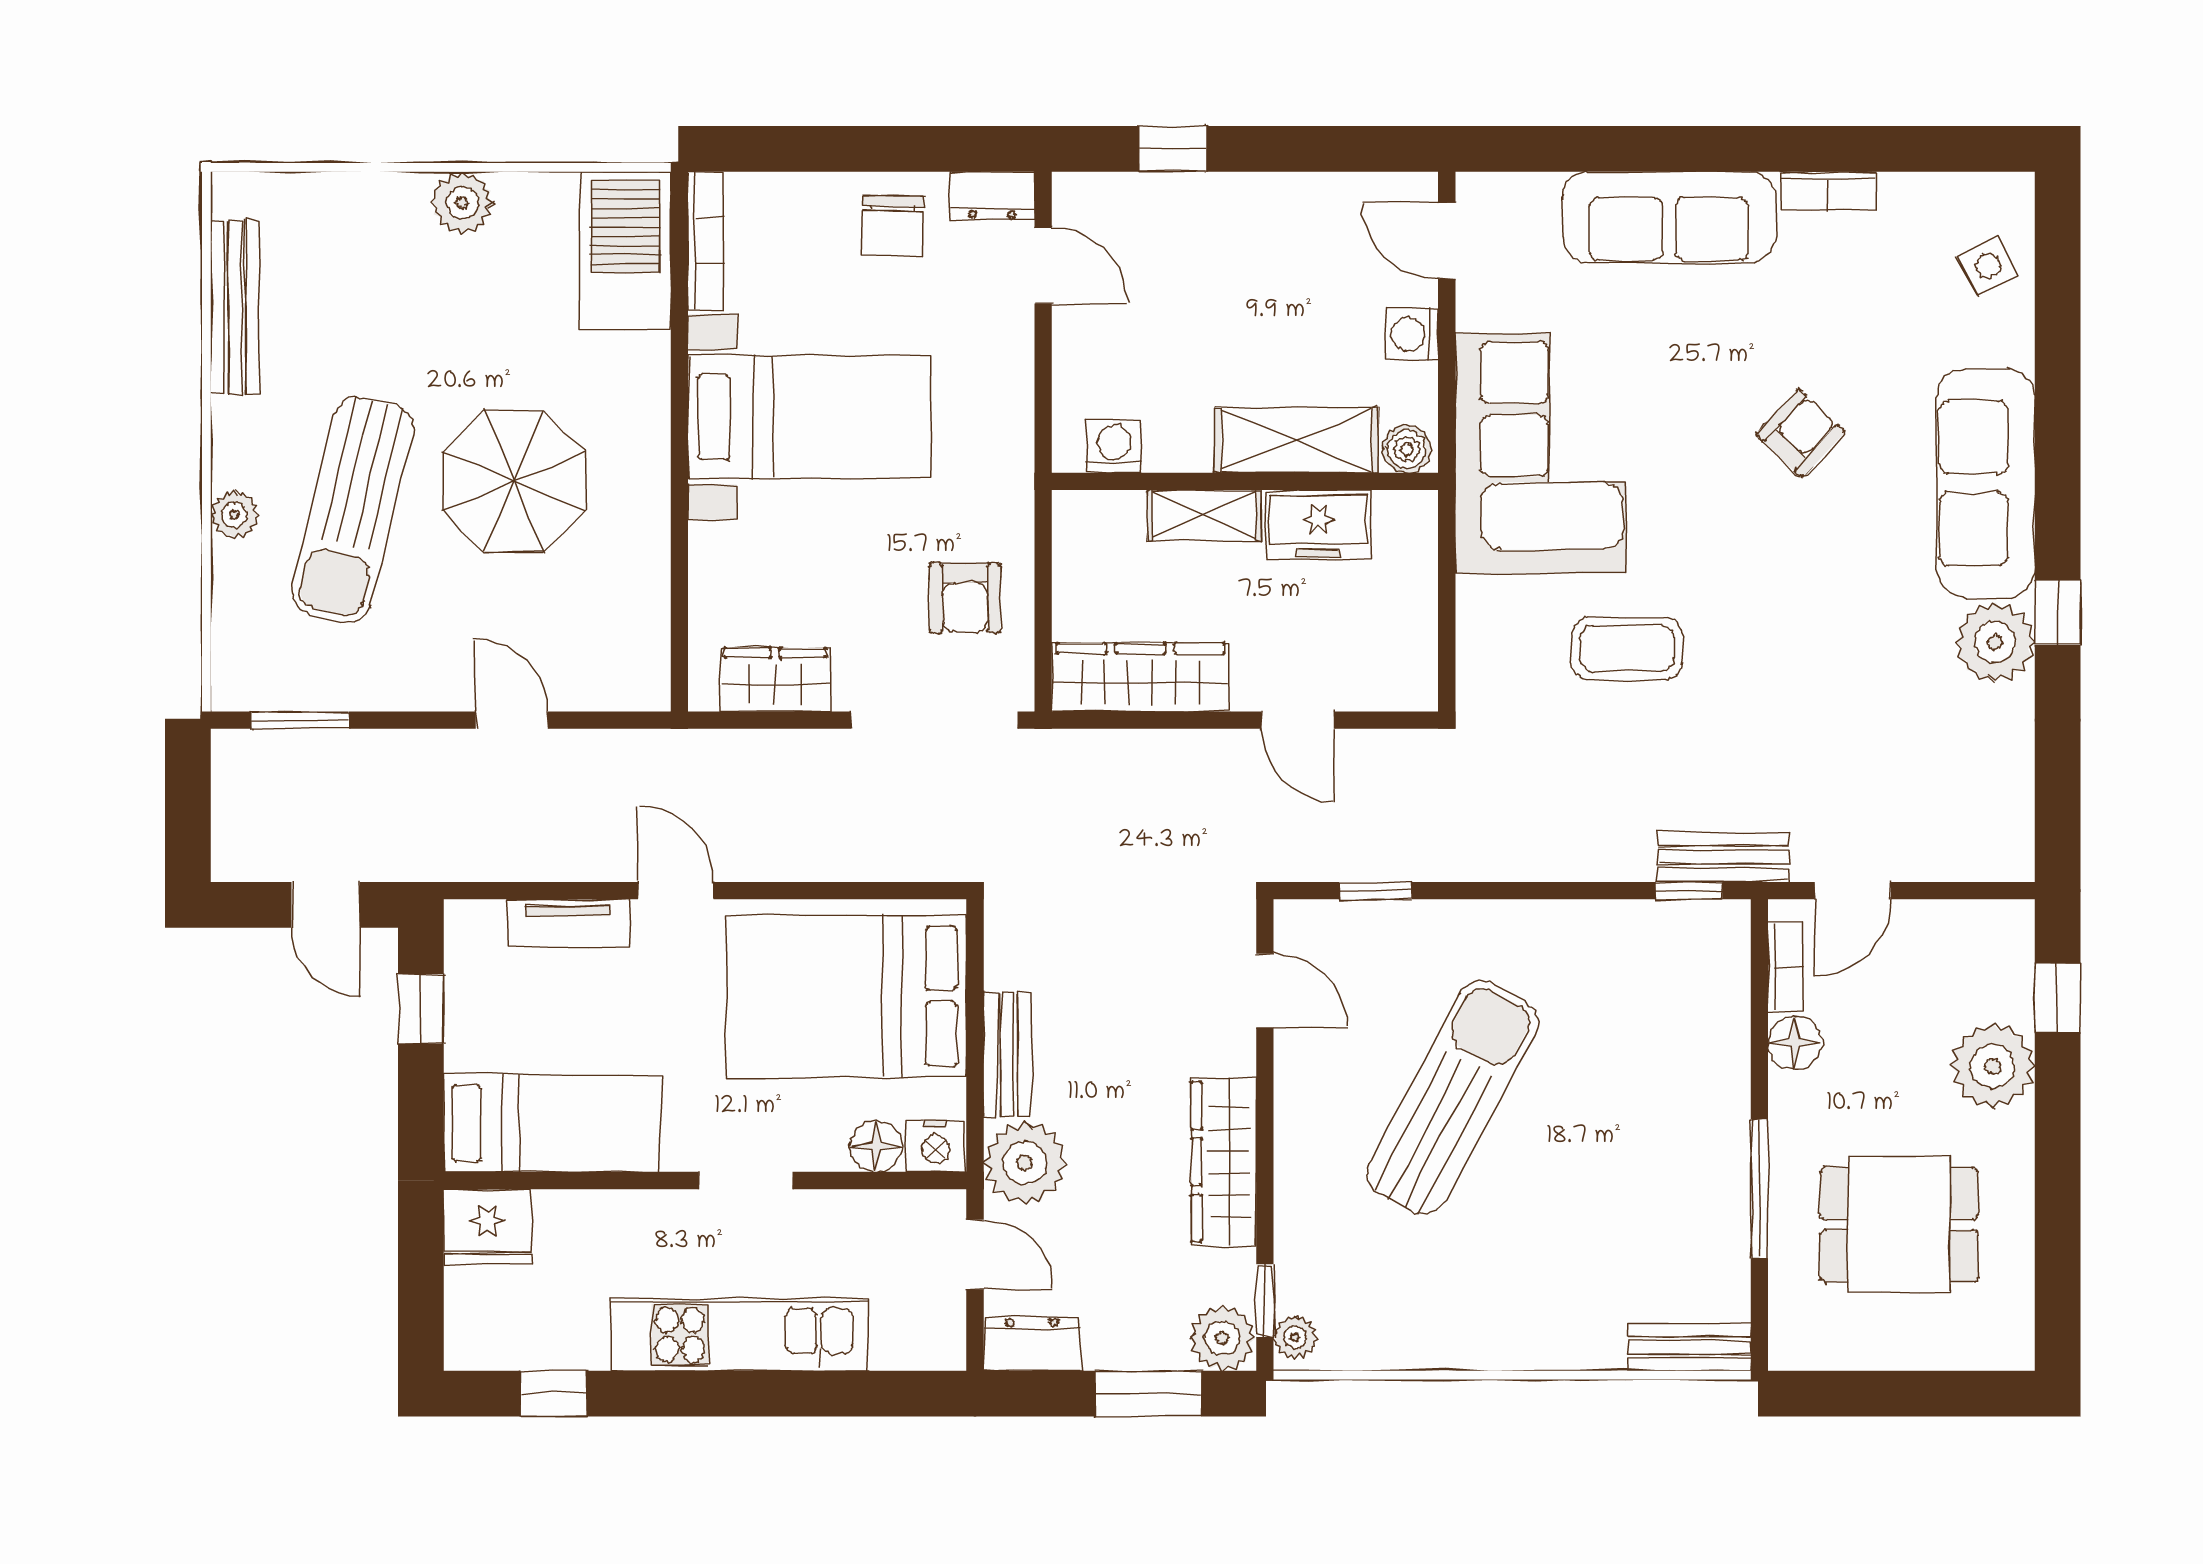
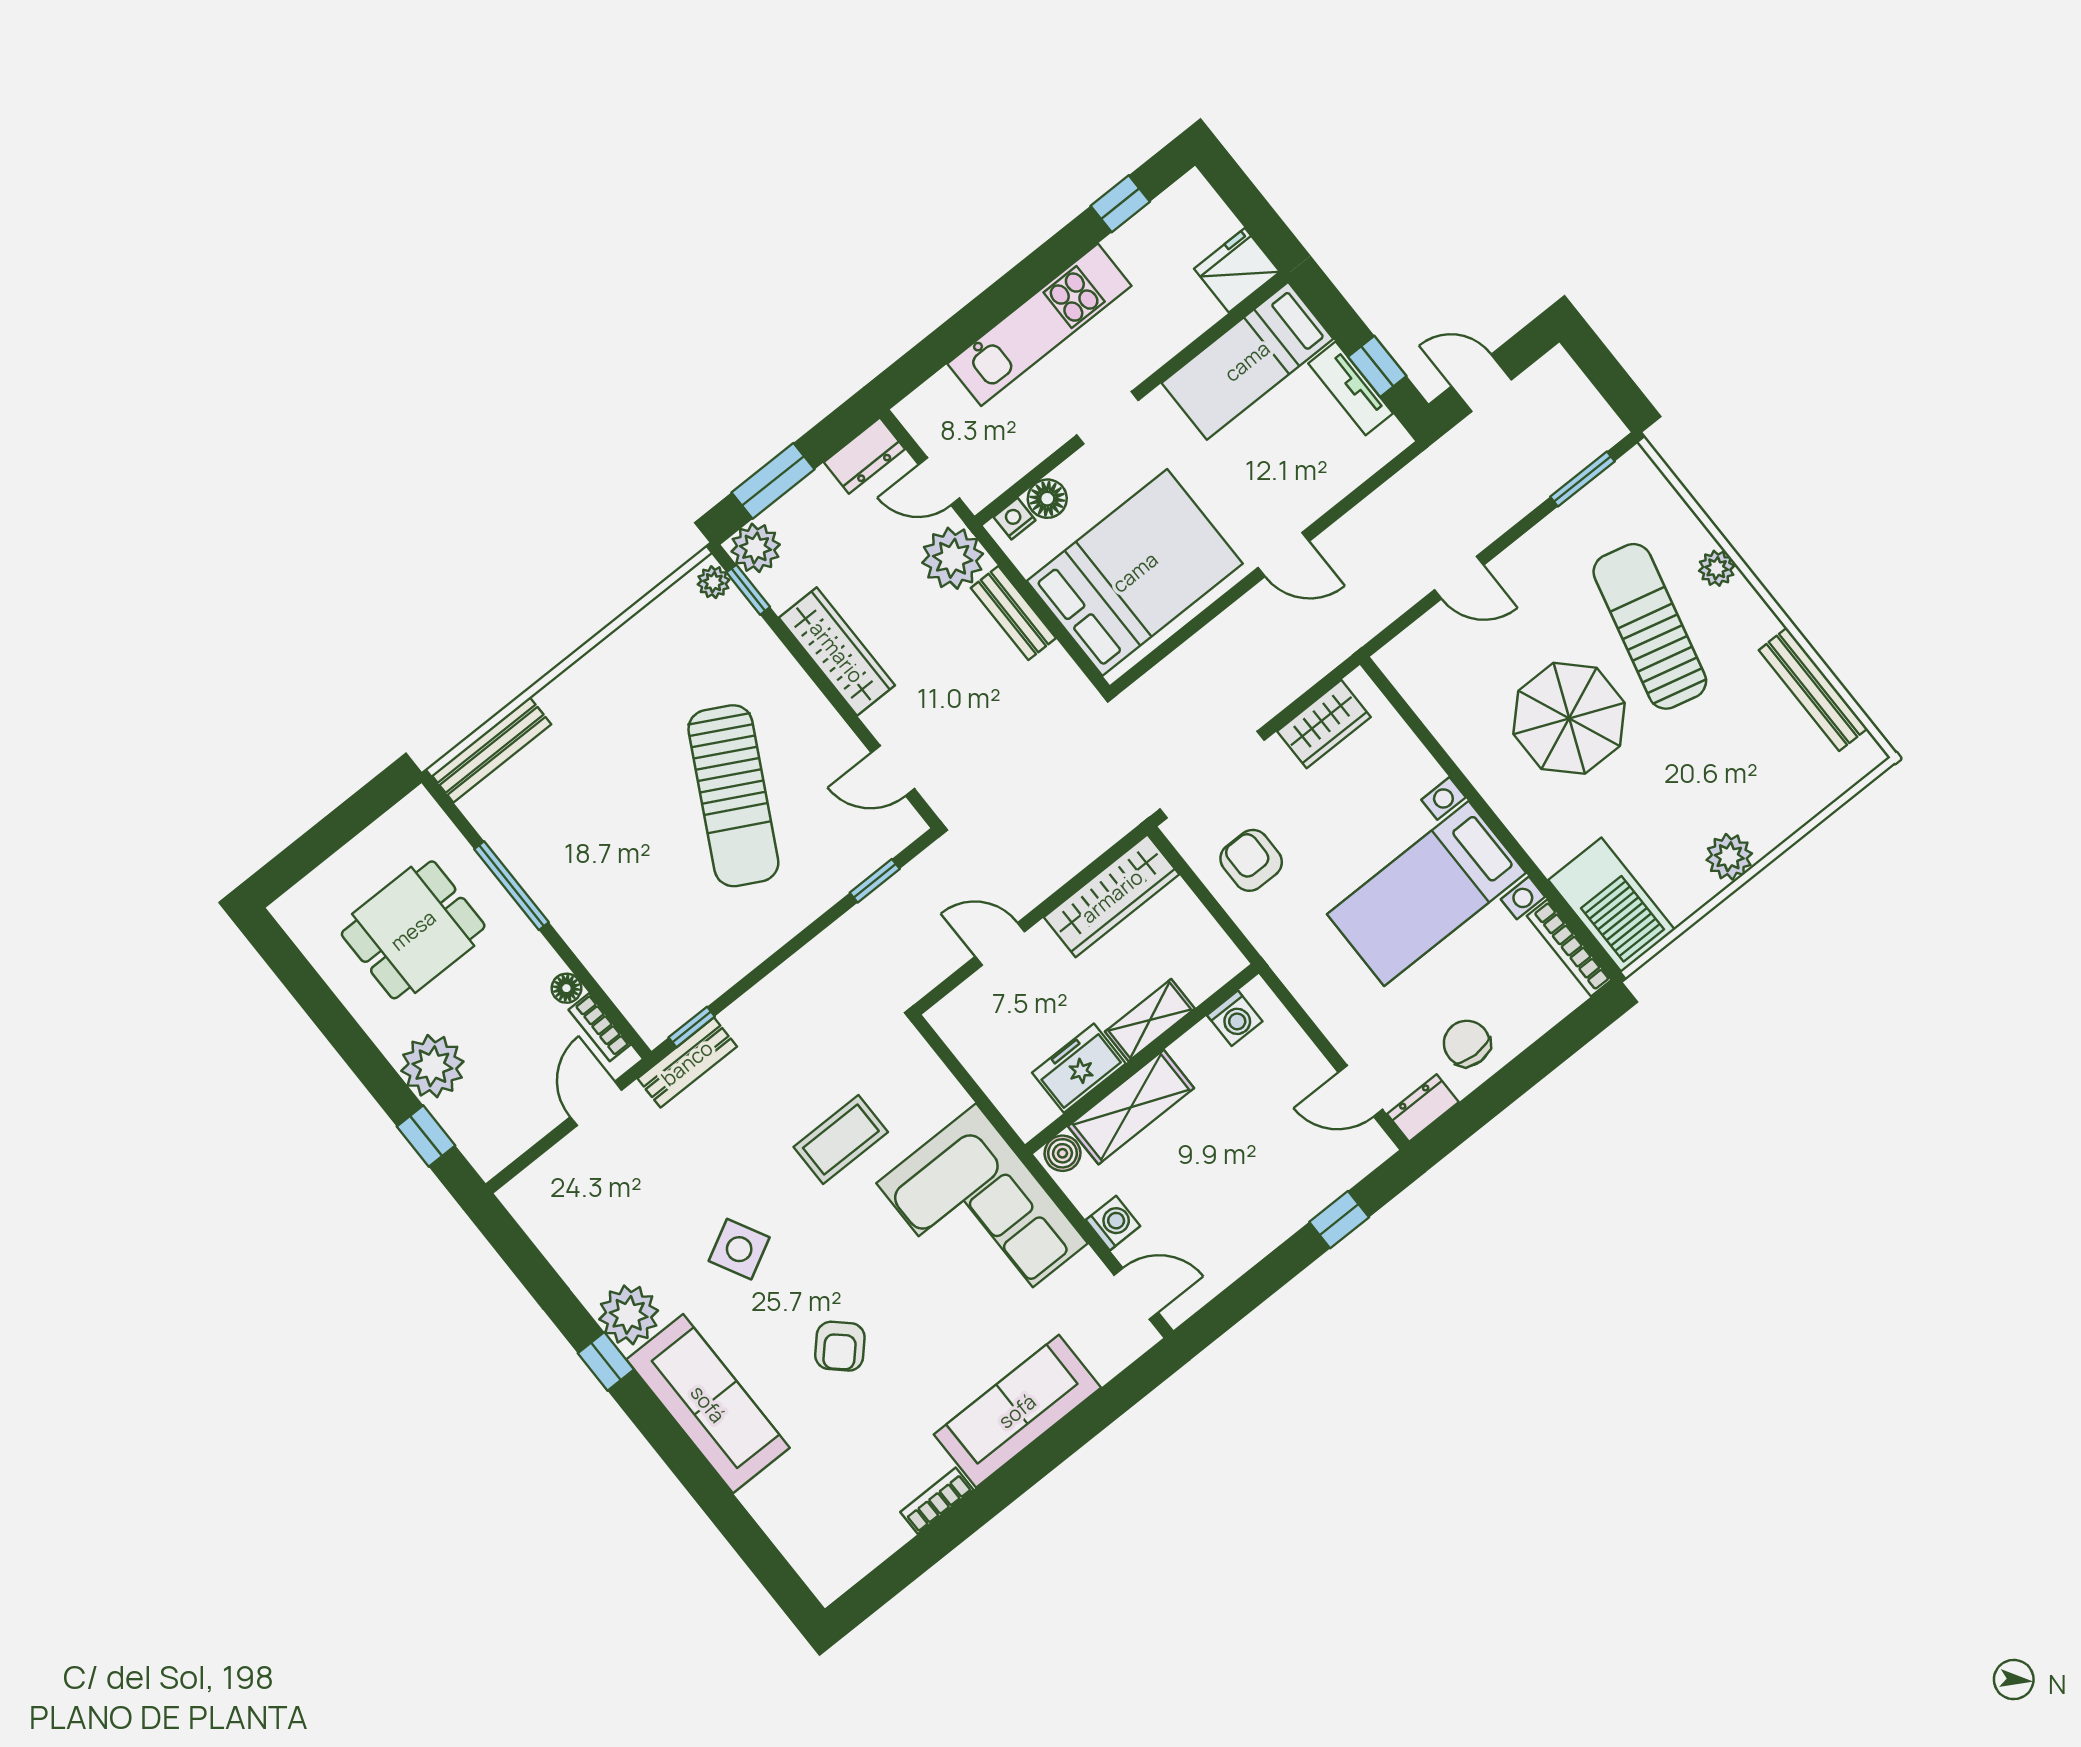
side table: (1988, 265) -> (739, 1249), moved, width x1.37, depth x1.37
tv unit: (568, 923) -> (1351, 388), moved, turned -90
floor lamp: (1795, 1043) -> (566, 988), width x0.73, depth x0.73
nightstand: (935, 1146) -> (1015, 519), width x0.72, depth x0.74
bench: (1689, 1347) -> (491, 750), width x1.36

